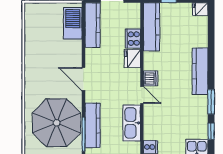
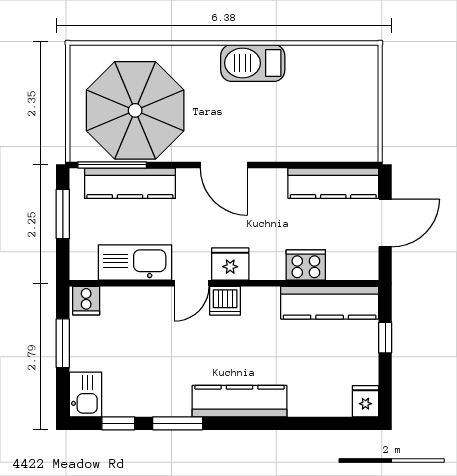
barbecue: (73, 23) -> (253, 63), moved, turned 180
fridge: (132, 58) -> (230, 264), moved
door: (84, 79) -> (224, 165), swing flipped

